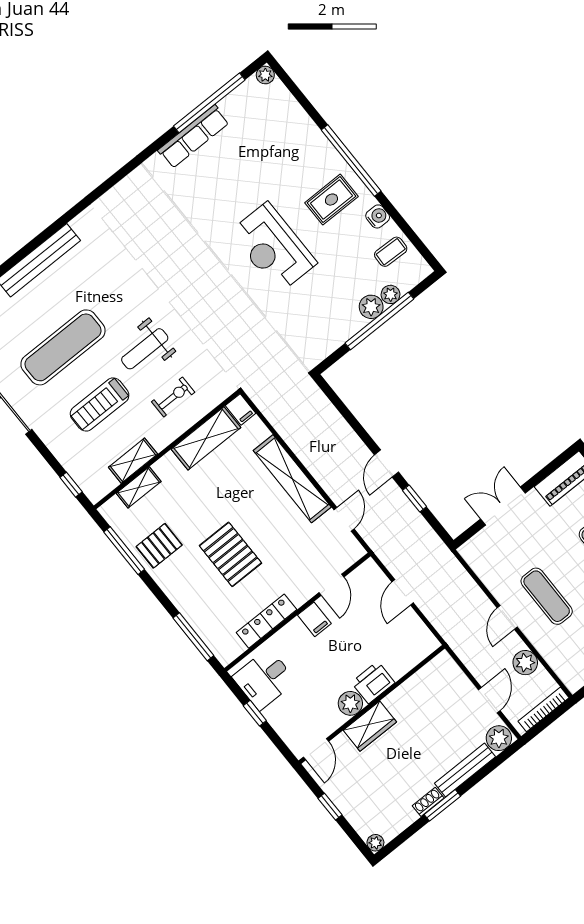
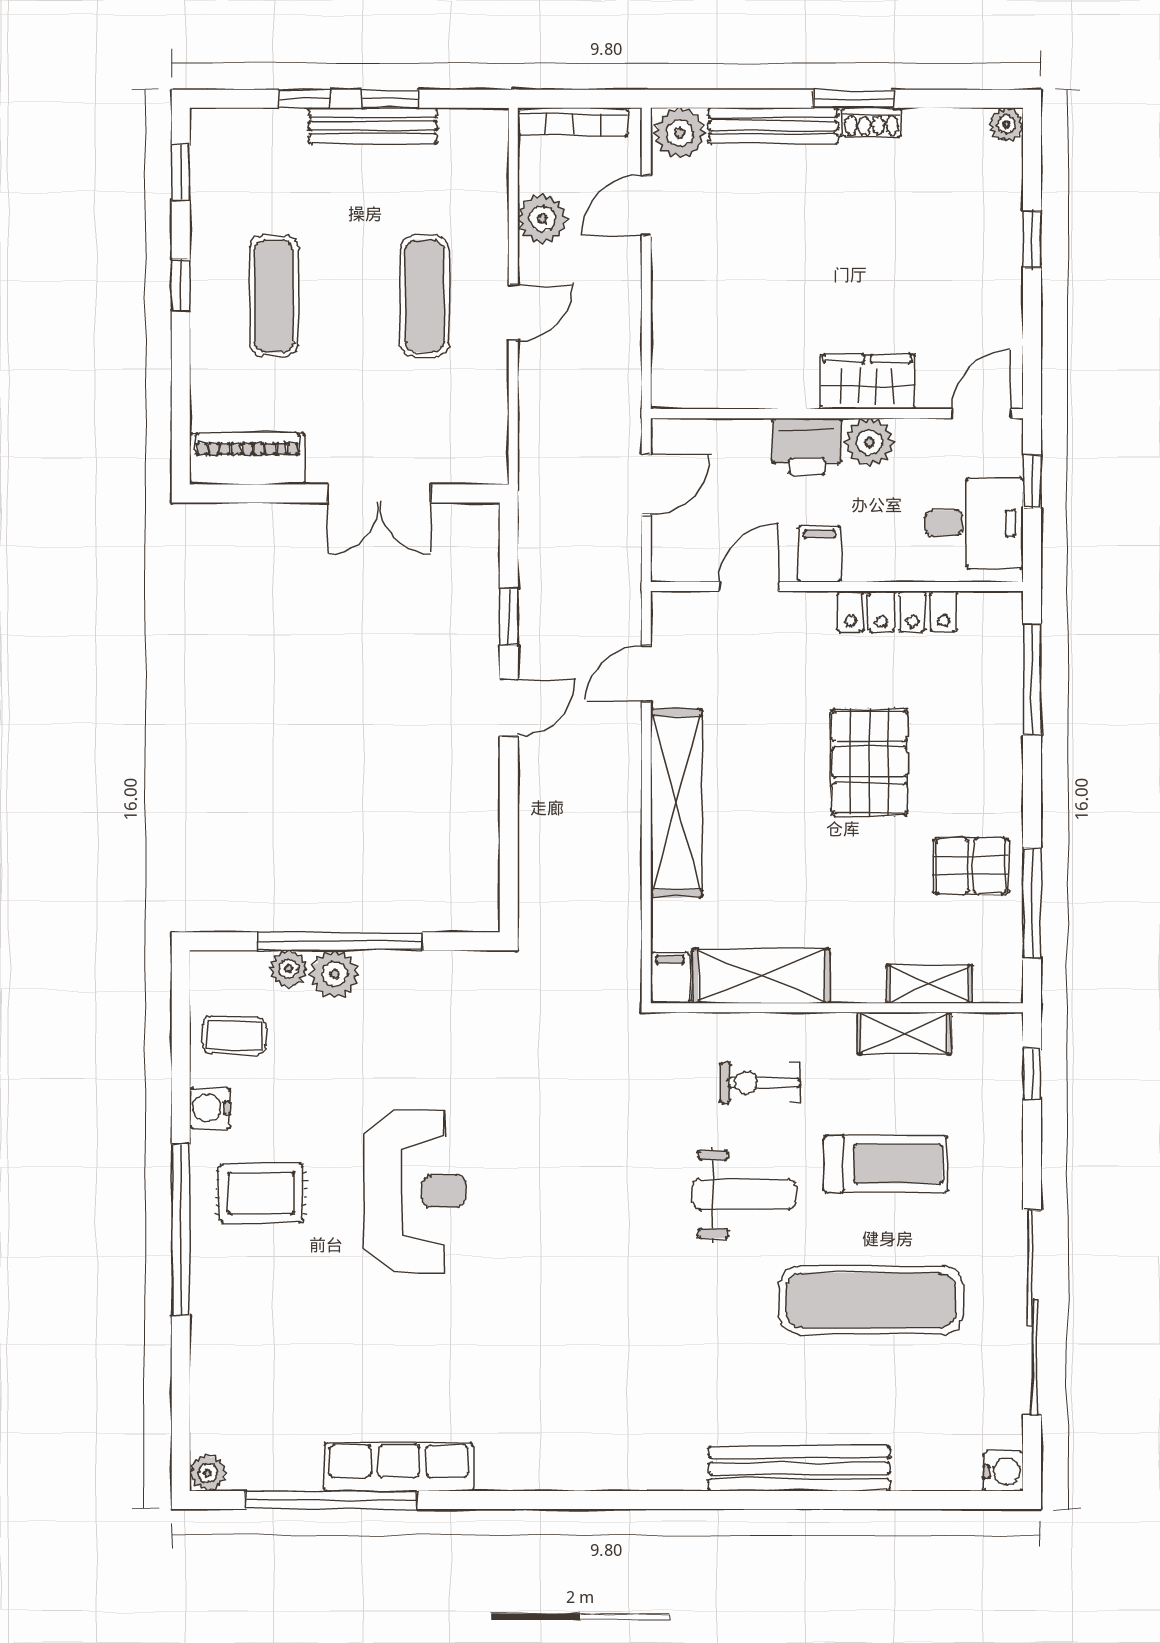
printer: (373, 682) -> (807, 446), moved
plant: (350, 703) -> (869, 442), moved
wall: (372, 704) -> (837, 414), moved
wardrobe: (370, 726) -> (867, 382), moved
door: (316, 749) -> (981, 414), moved

